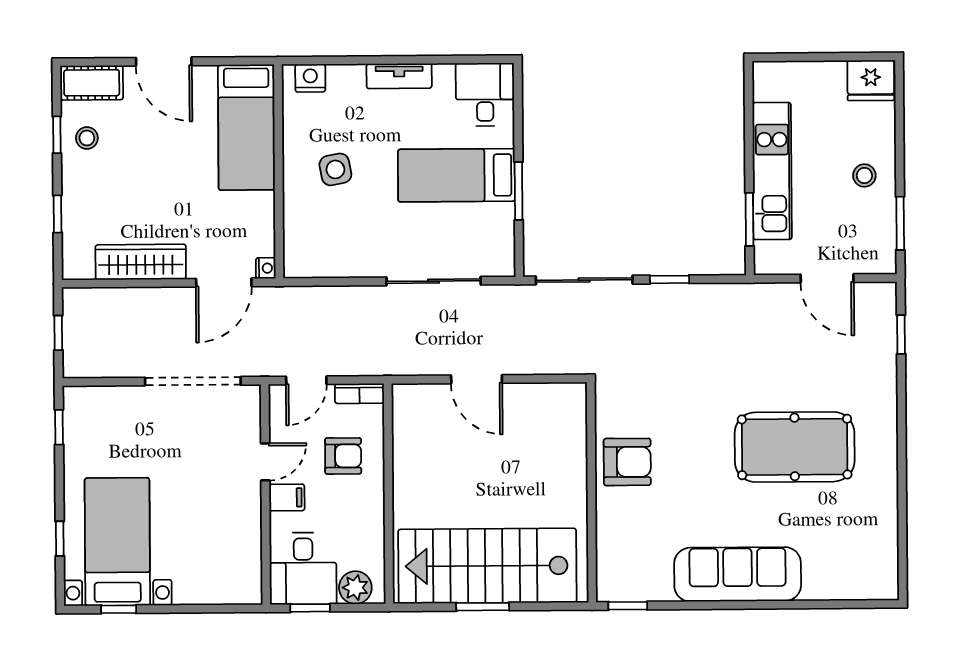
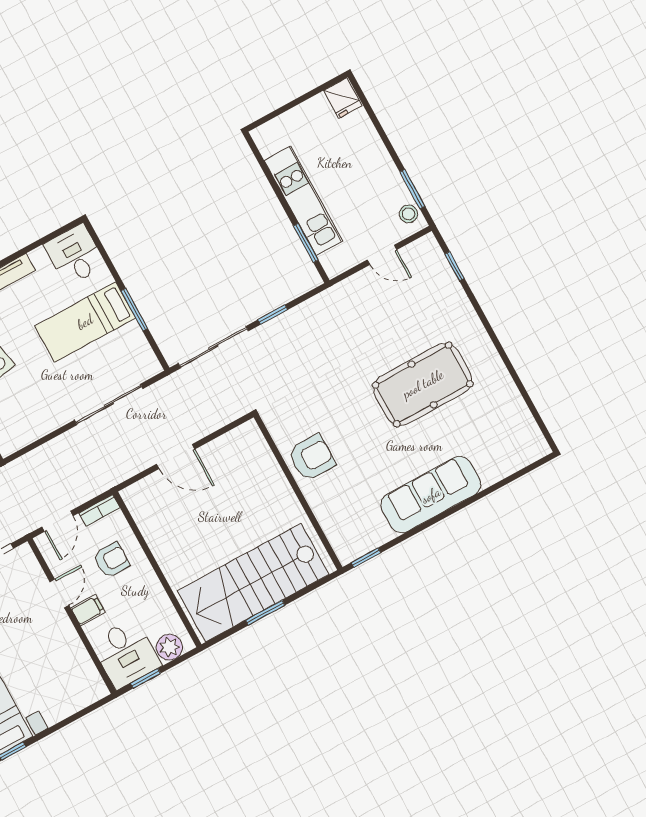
fridge: (871, 80) -> (343, 98), width x0.72
stool: (864, 175) -> (409, 214), moved
door: (827, 278) -> (382, 255), width x0.73

